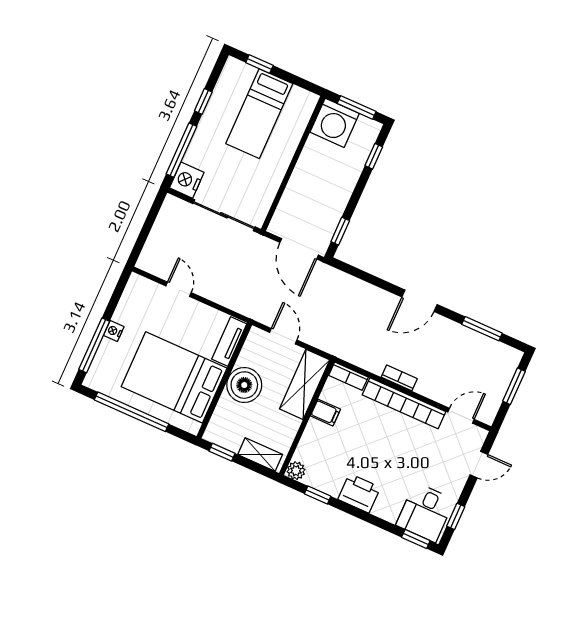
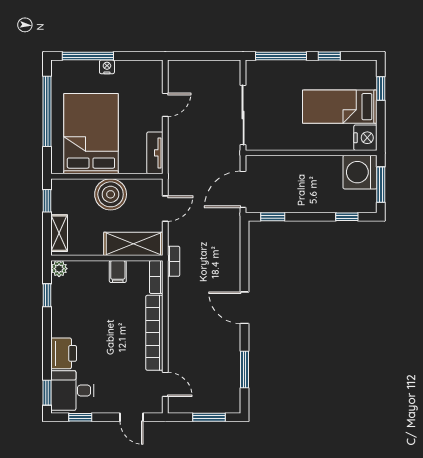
nightstand: (187, 180) -> (365, 138), moved, turned 90
tv unit: (229, 342) -> (155, 153), moved, turned -90
bookcase: (399, 378) -> (174, 261), moved
printer: (359, 493) -> (64, 353), moved

